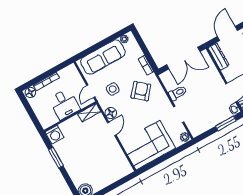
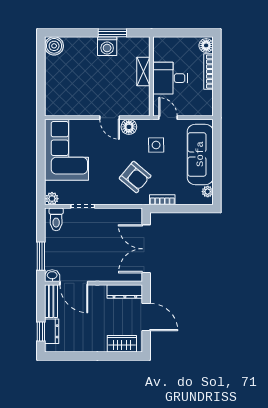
toilet: (178, 93) -> (56, 219), moved
shelving: (89, 113) -> (143, 72), moved
washing machine: (55, 135) -> (107, 46), moved, turned -90

